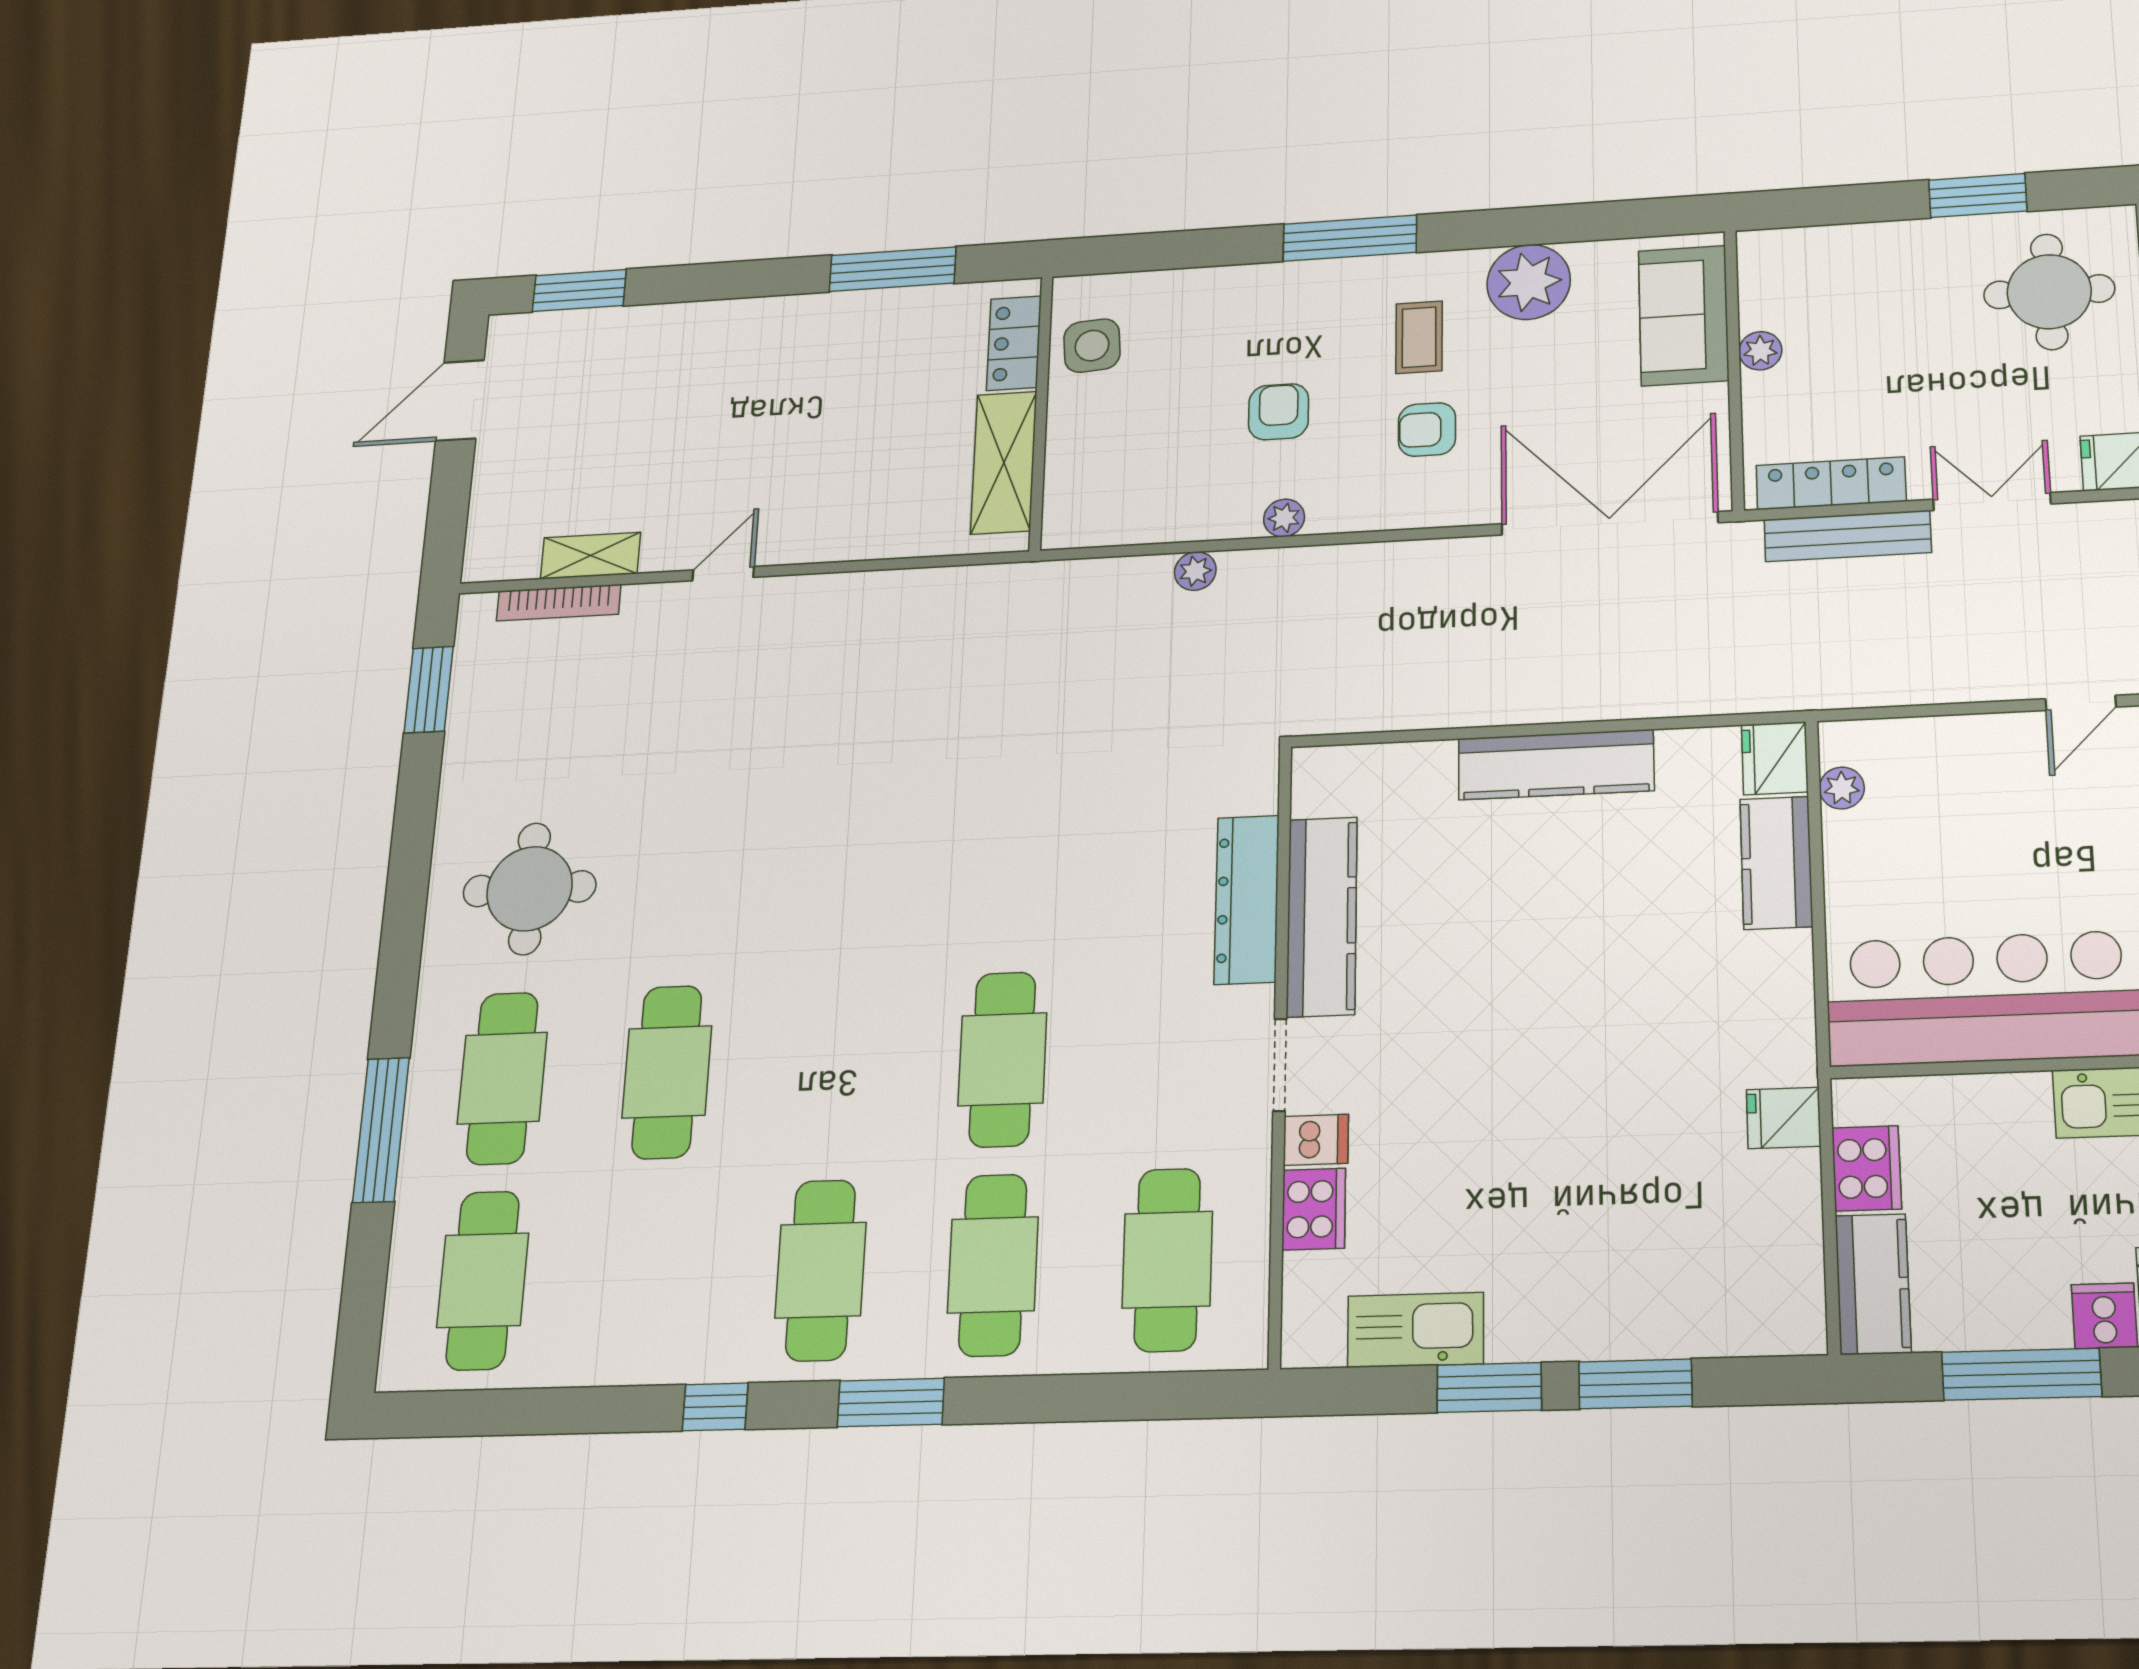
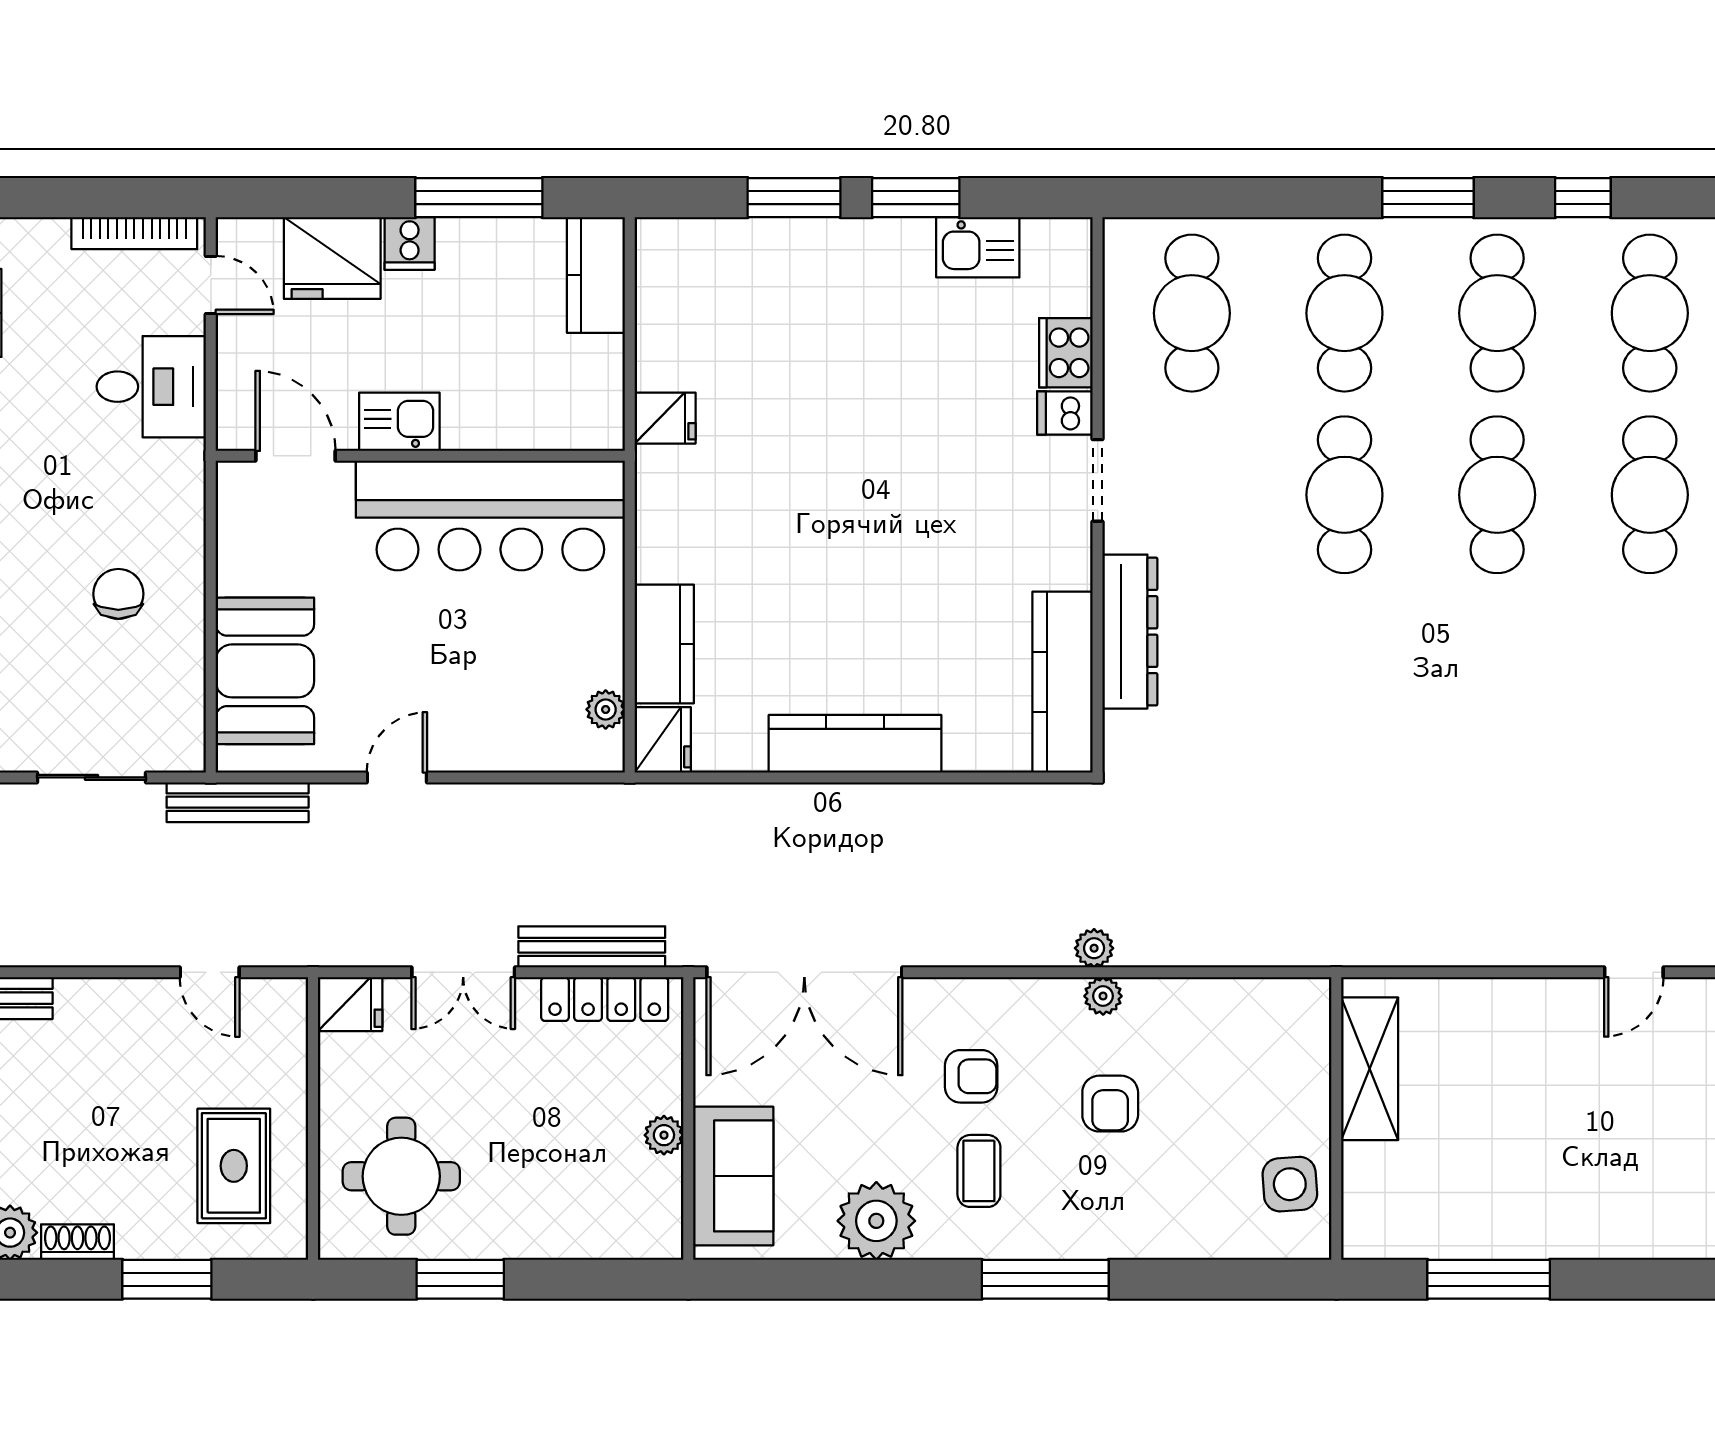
locker: (1014, 343) -> (1366, 1192), removed
plant: (1195, 571) -> (1094, 948), moved
kitchen counter: (1322, 916) -> (1063, 682), moved
cafe table: (834, 1066) -> (1497, 495), added
cooker: (1867, 1168) -> (597, 372), removed
cafe table: (651, 1275) -> (1650, 313), added
kitchen sink: (1416, 1330) -> (978, 247), width x0.73

